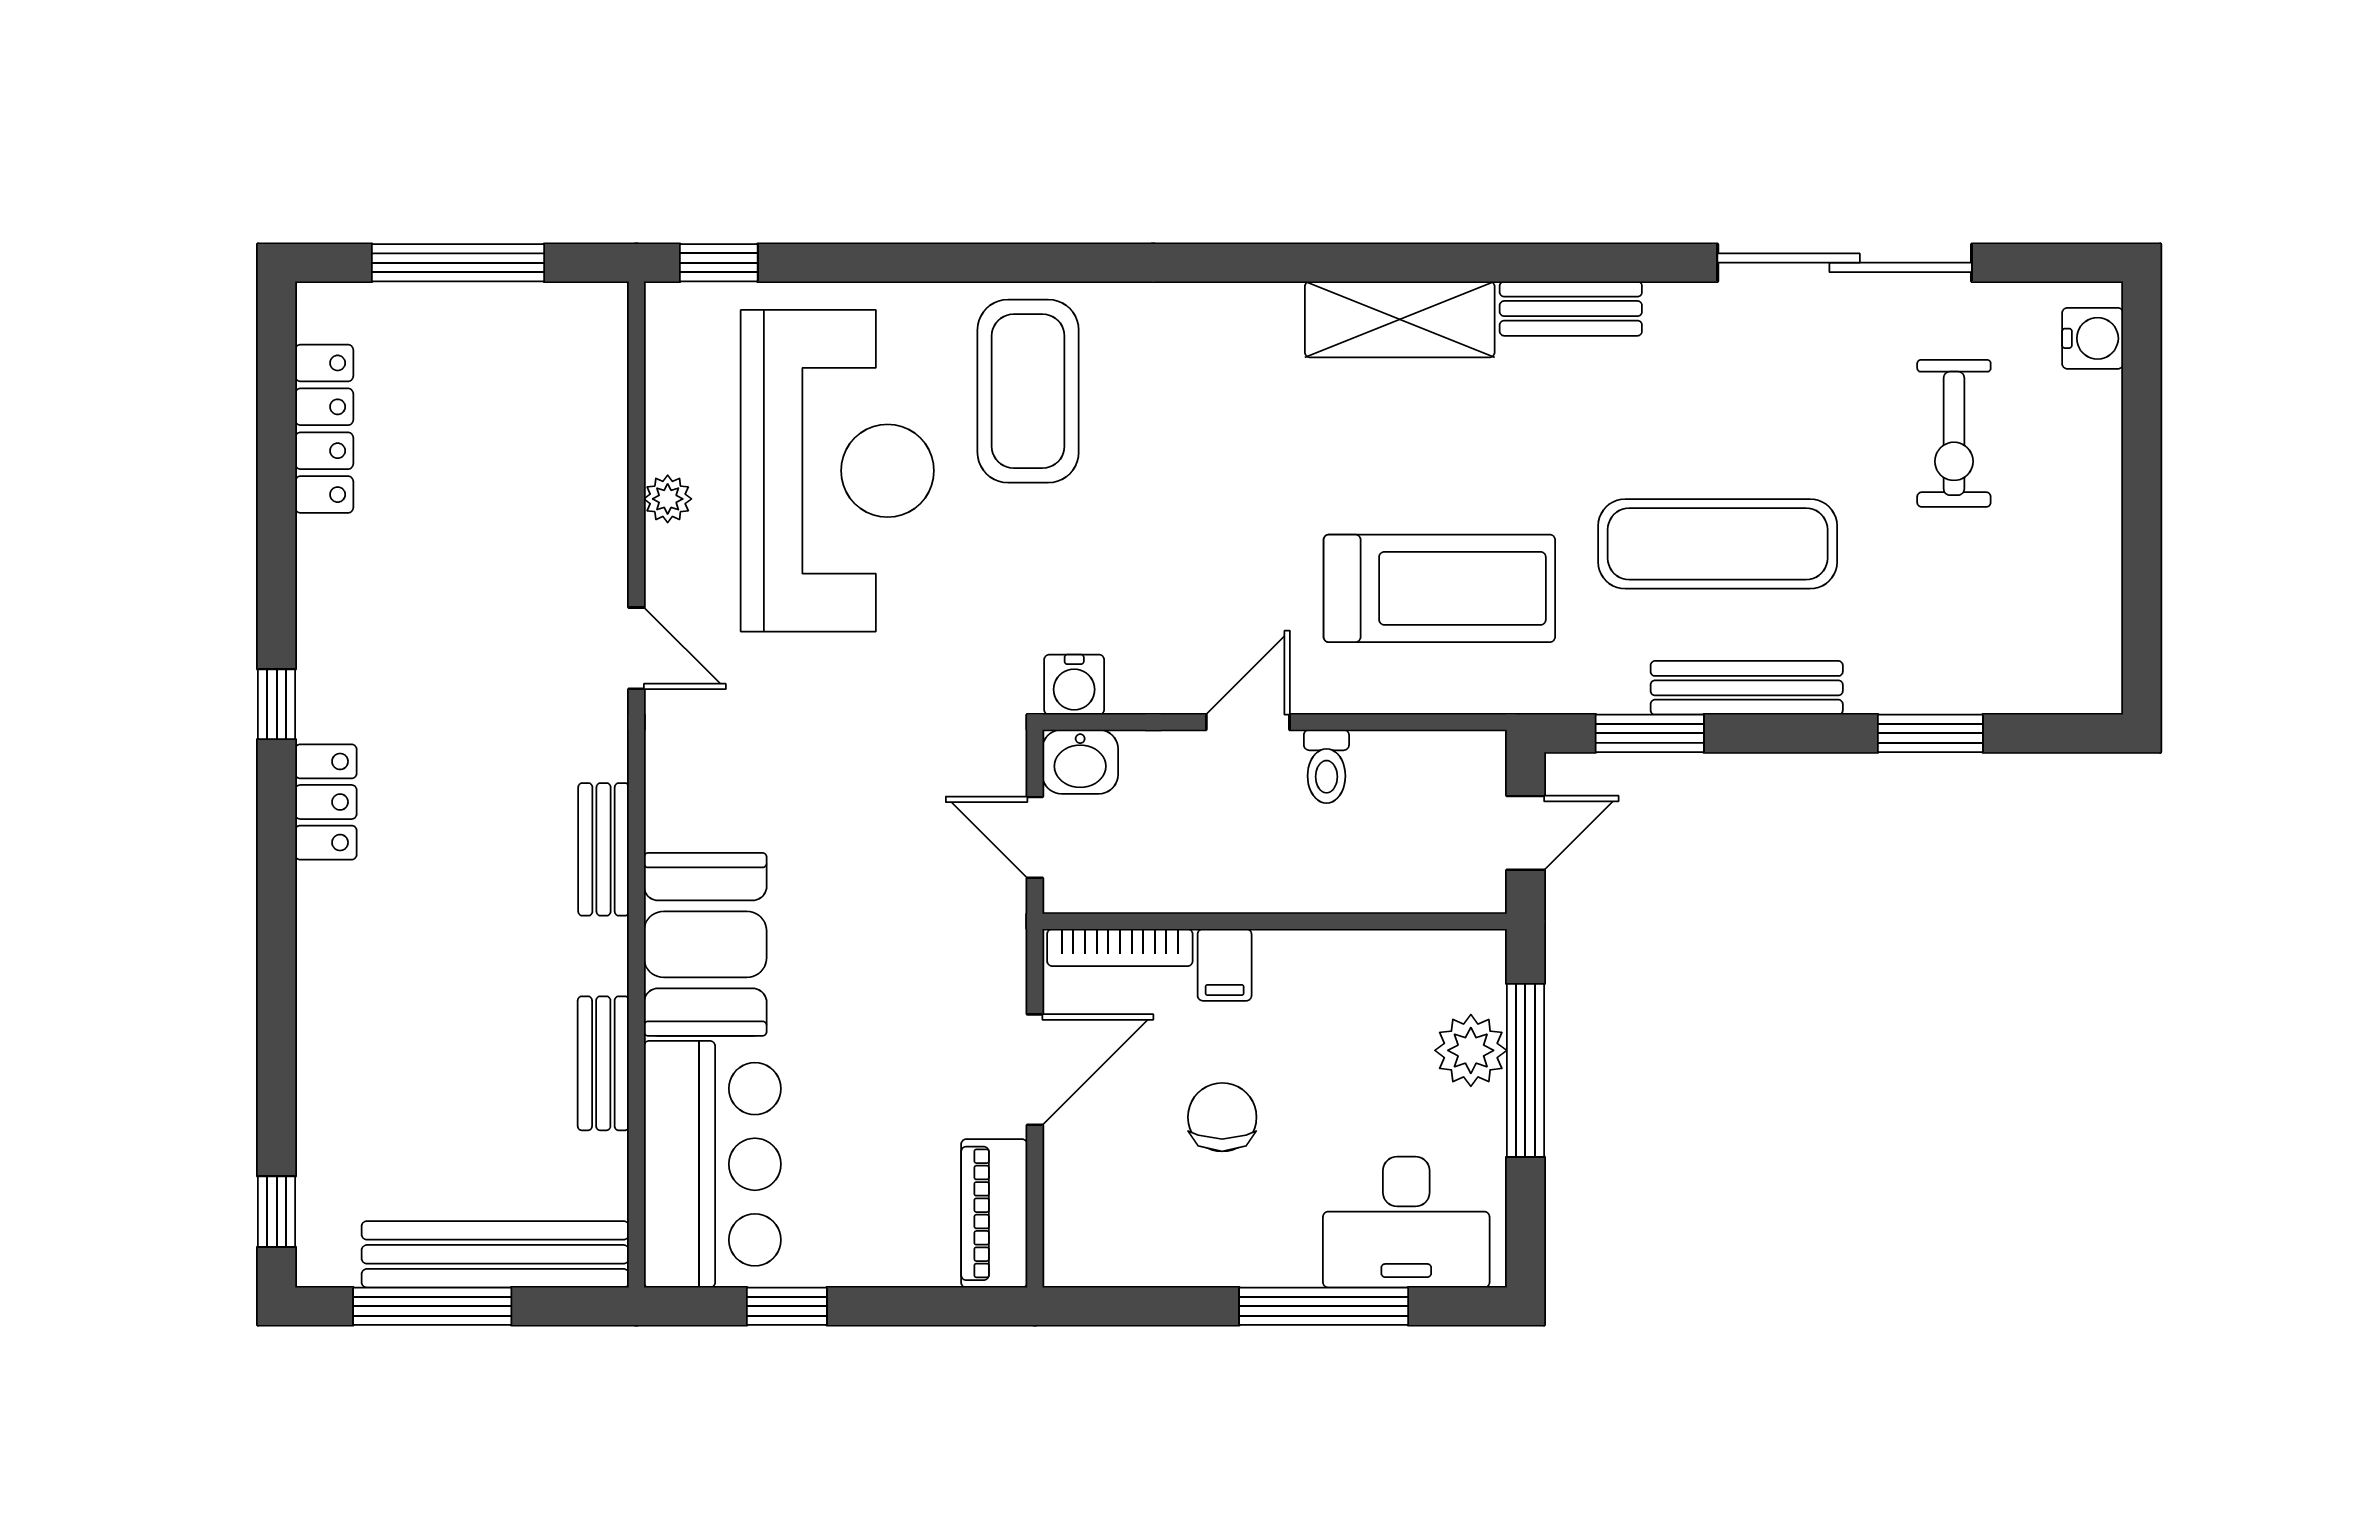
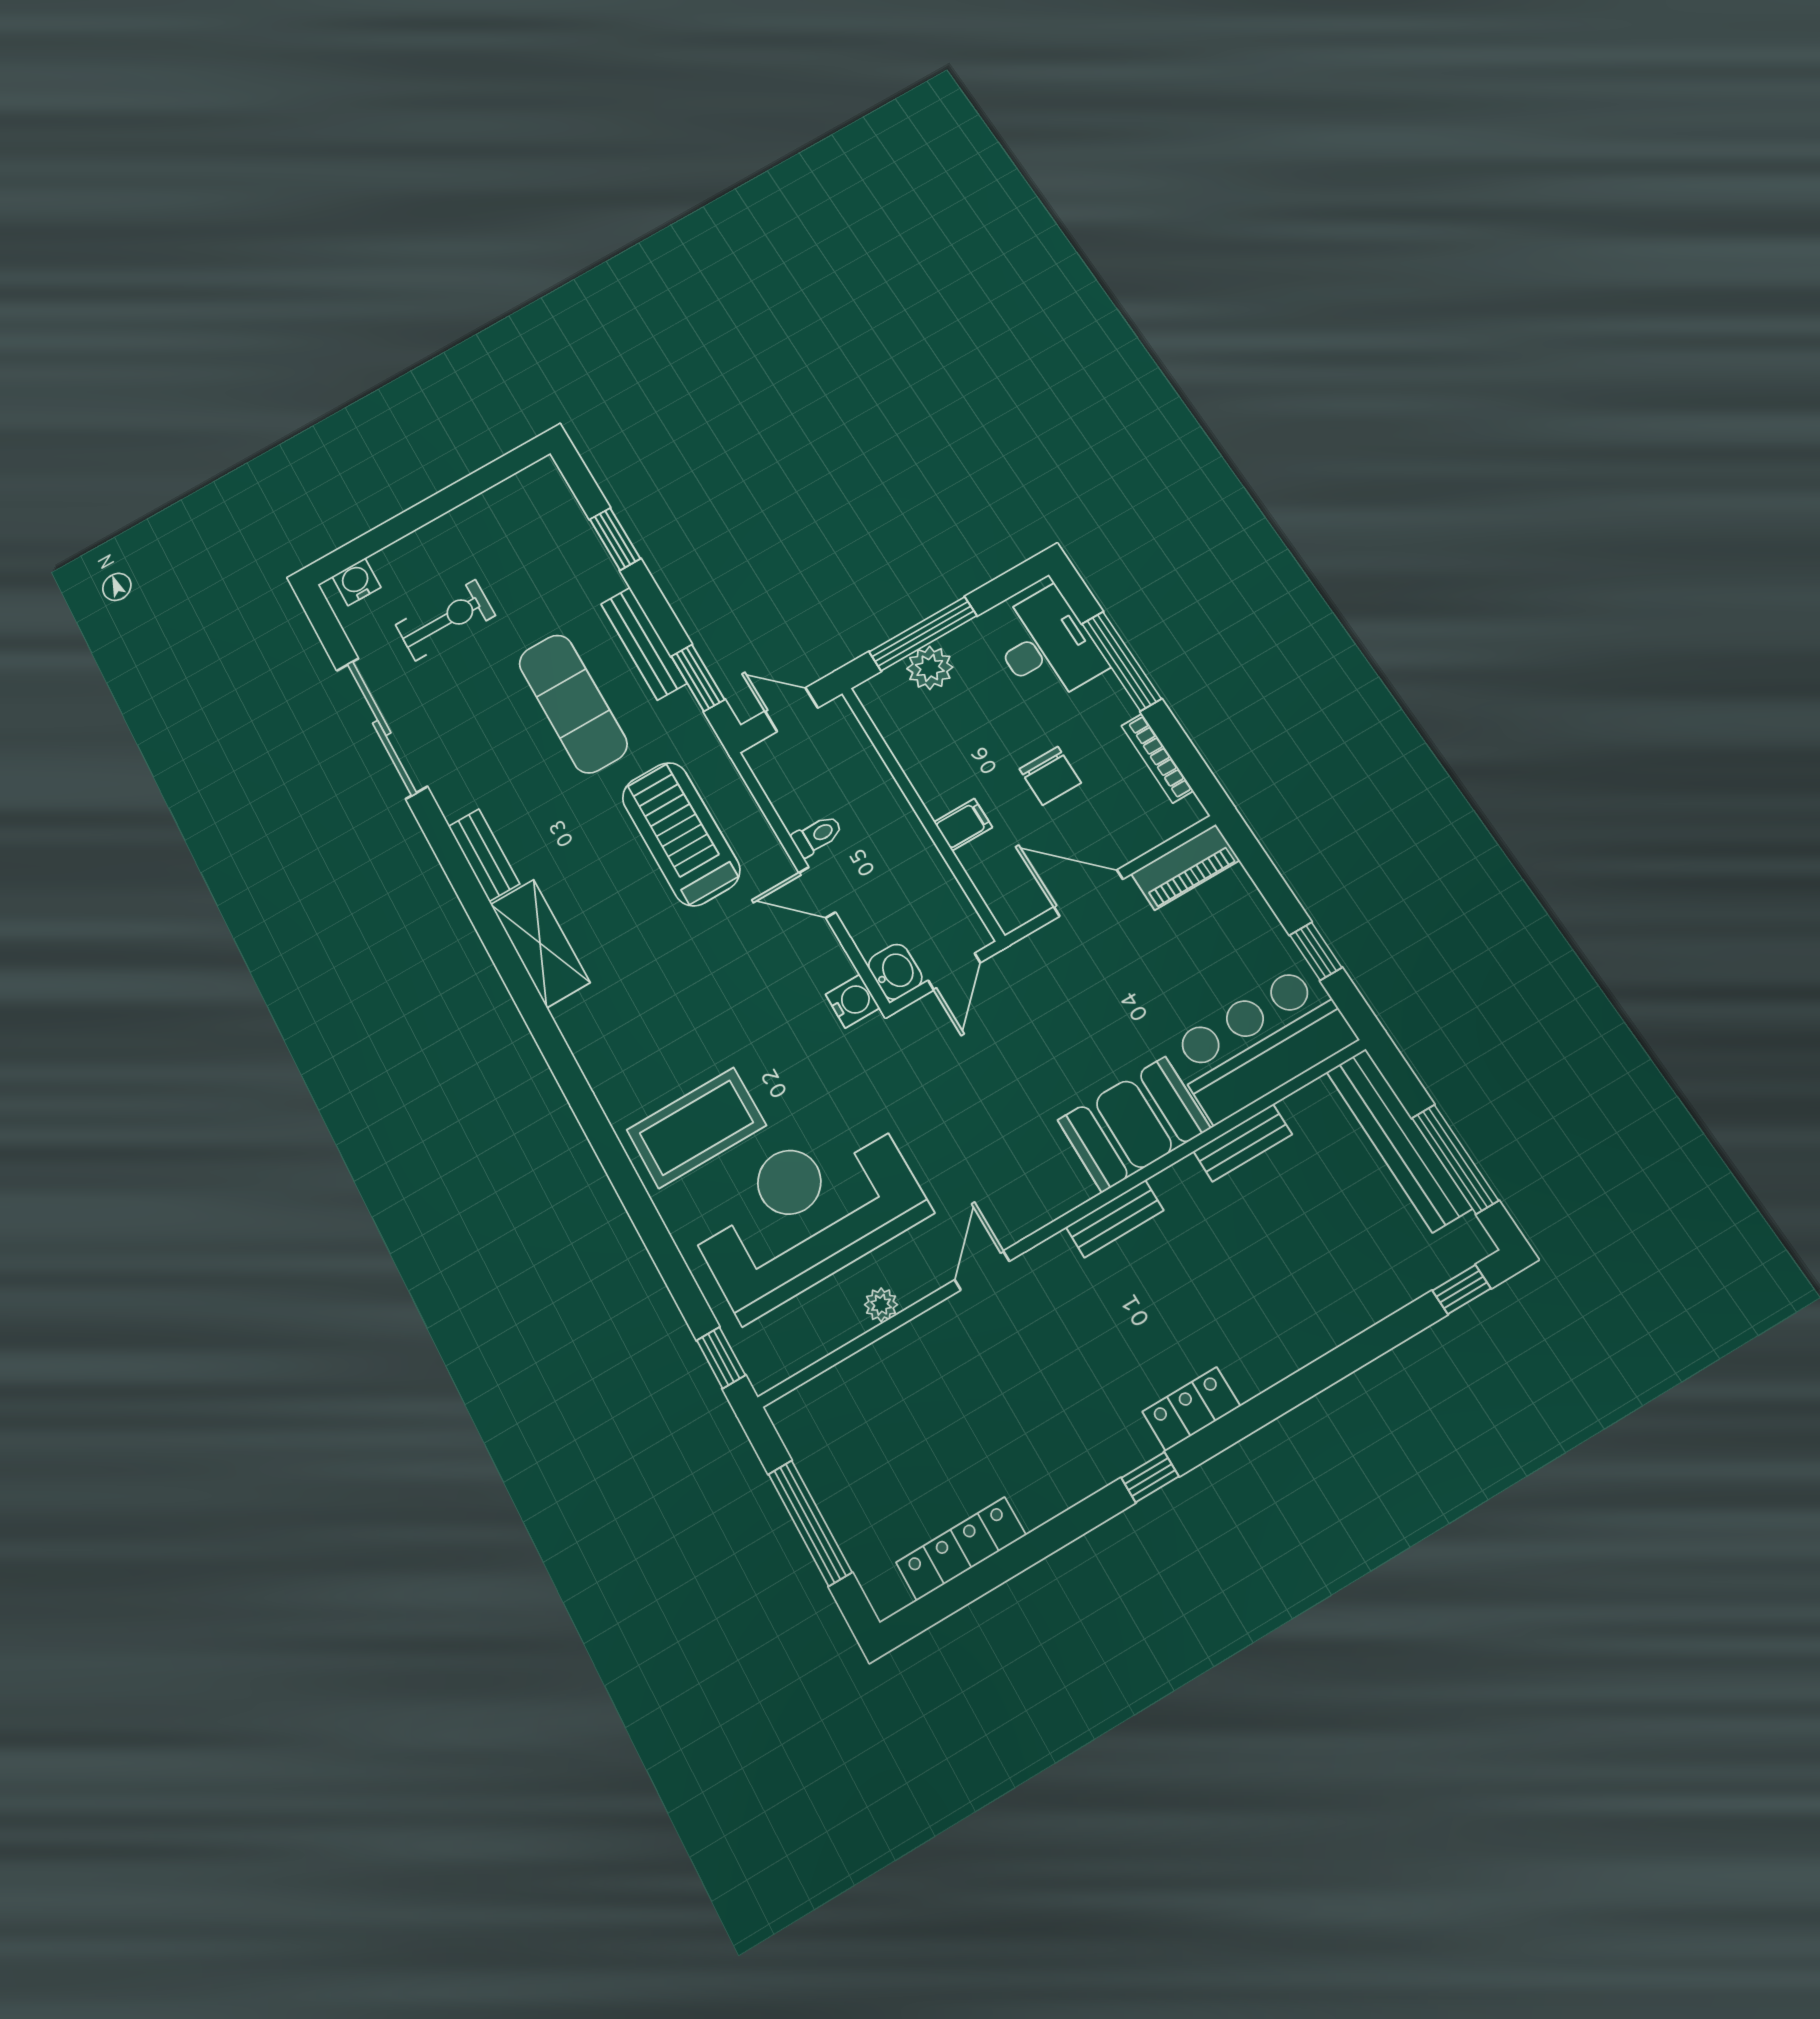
bookcase: (1120, 948) -> (1157, 758), moved, turned 180
chair: (1222, 1117) -> (1050, 776), turned -90

